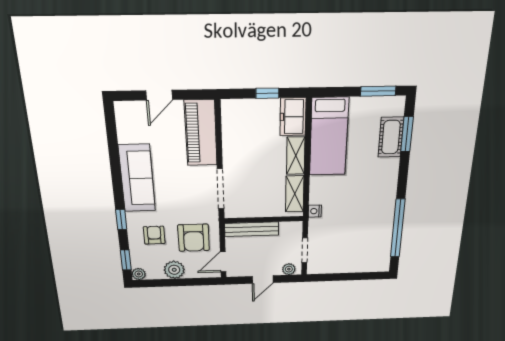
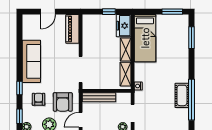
piano: (201, 133) -> (72, 29), width x0.73, depth x0.75
cot: (391, 137) -> (182, 95), moved

